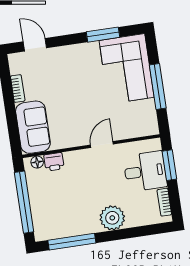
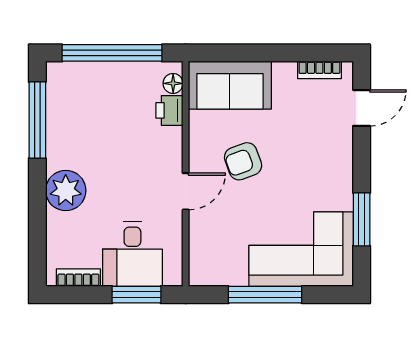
bookcase: (18, 89) -> (319, 70), moved
armchair: (78, 112) -> (243, 161), added
door: (102, 144) -> (186, 191), hinge flipped

